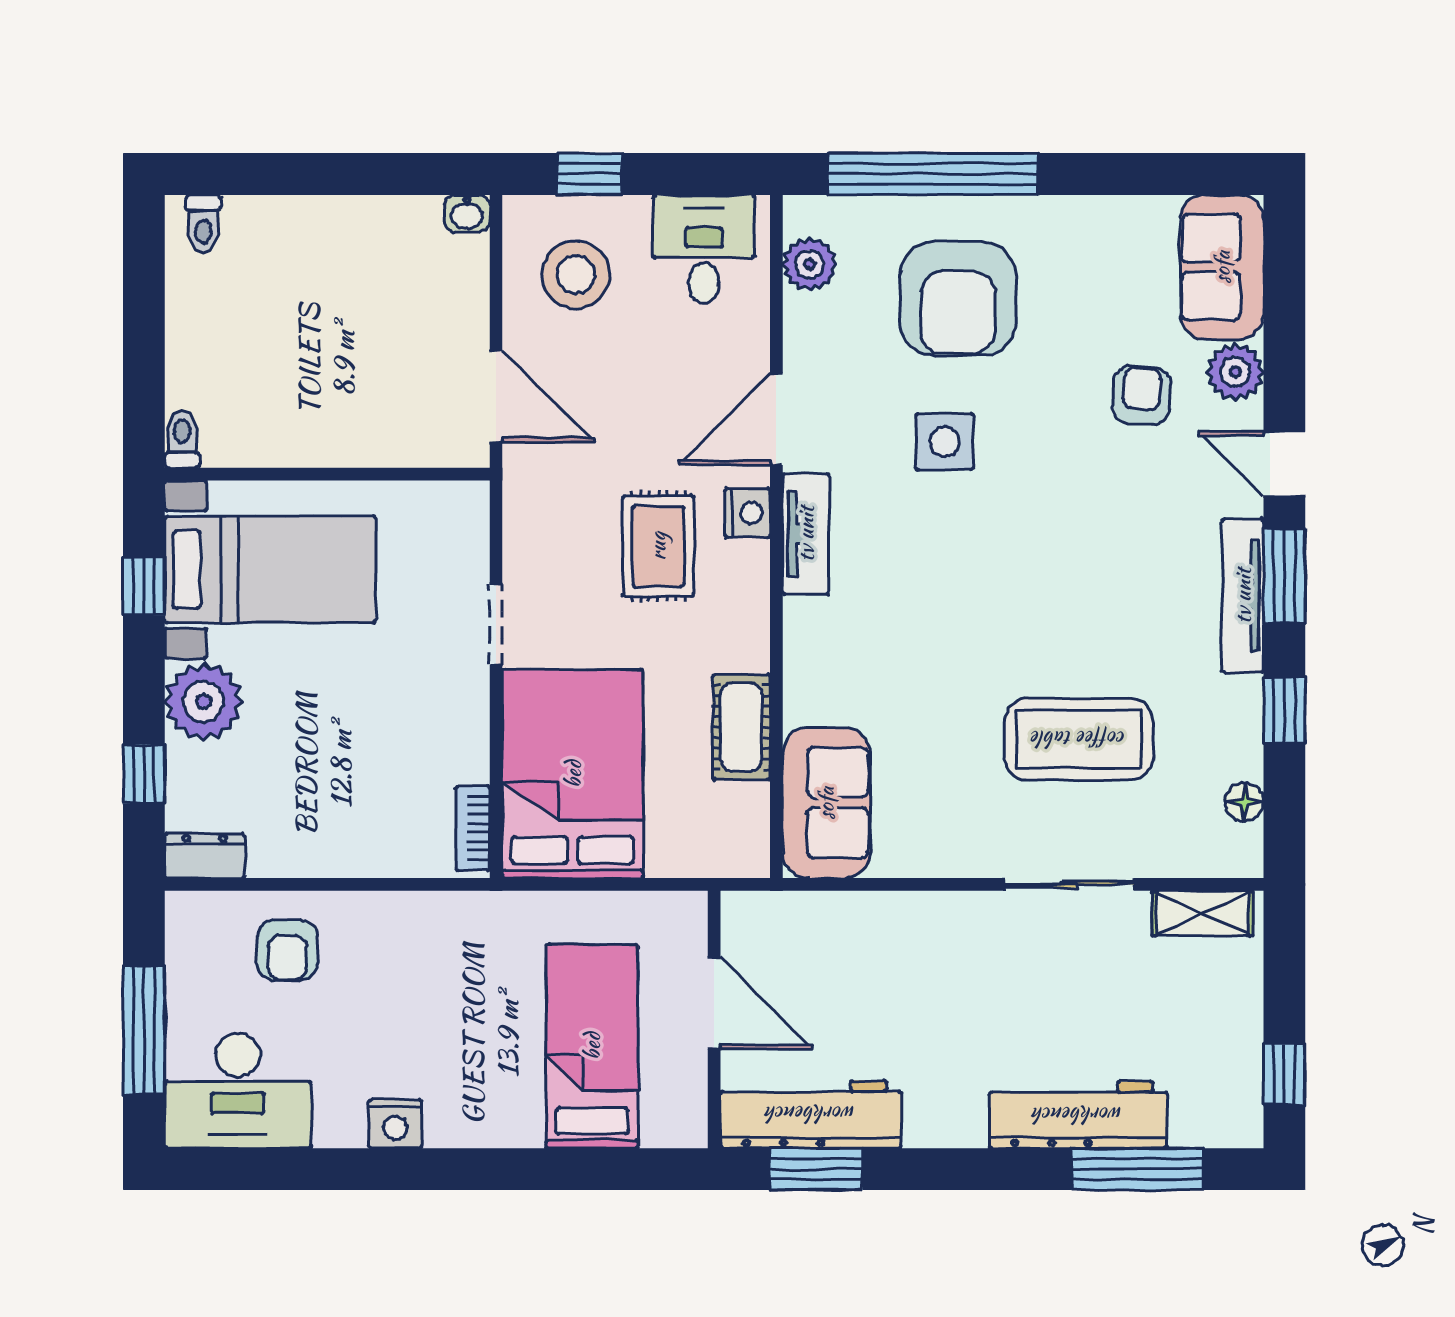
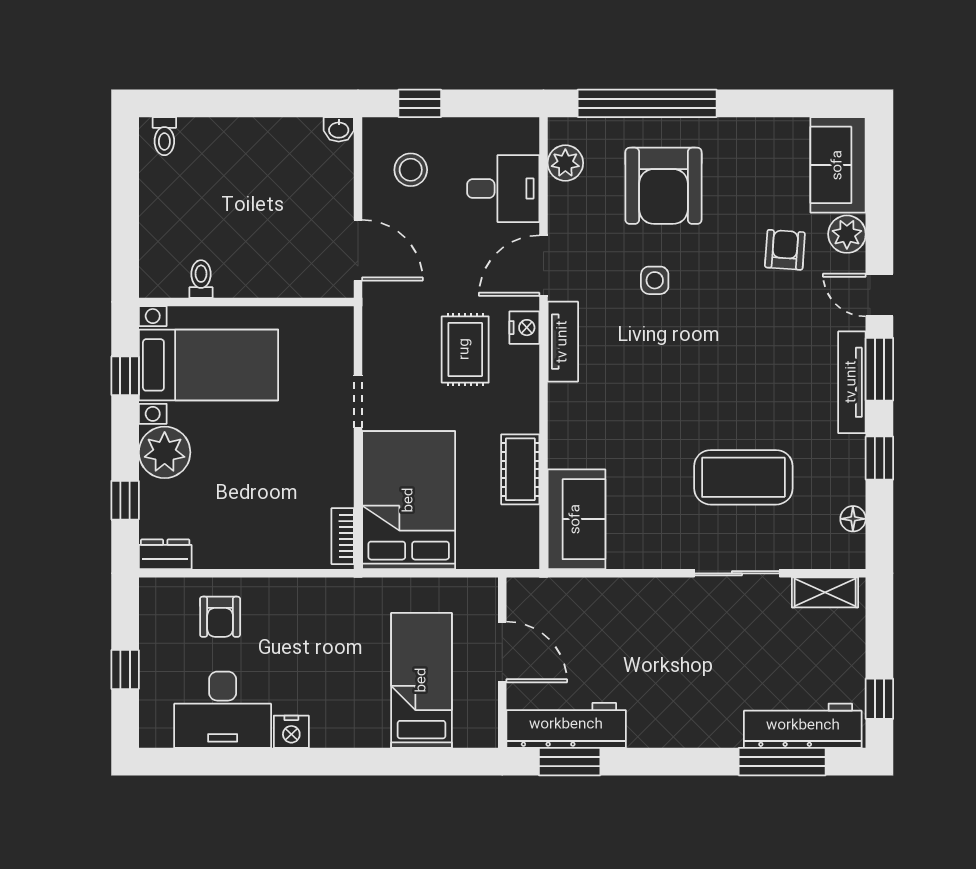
desk: (704, 249) -> (503, 189), moved, turned 90
stool: (576, 274) -> (411, 170), width x0.73, depth x0.73
toilet: (182, 439) -> (201, 279), moved
side table: (945, 442) -> (655, 280), width x0.73, depth x0.73
window: (144, 1030) -> (125, 670), width x0.46
desk: (238, 1091) -> (223, 710), moved
workbench: (1078, 1115) -> (803, 726), moved

